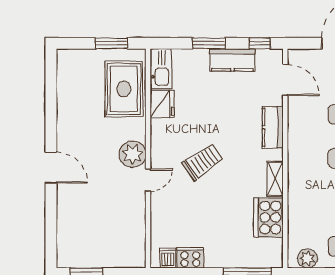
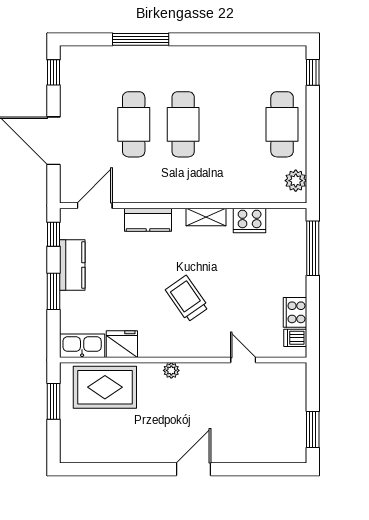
plant: (133, 154) -> (171, 370), width x0.53, depth x0.53
door: (148, 180) -> (243, 360), moved
cooker: (269, 217) -> (250, 220), width x0.73, depth x0.76

